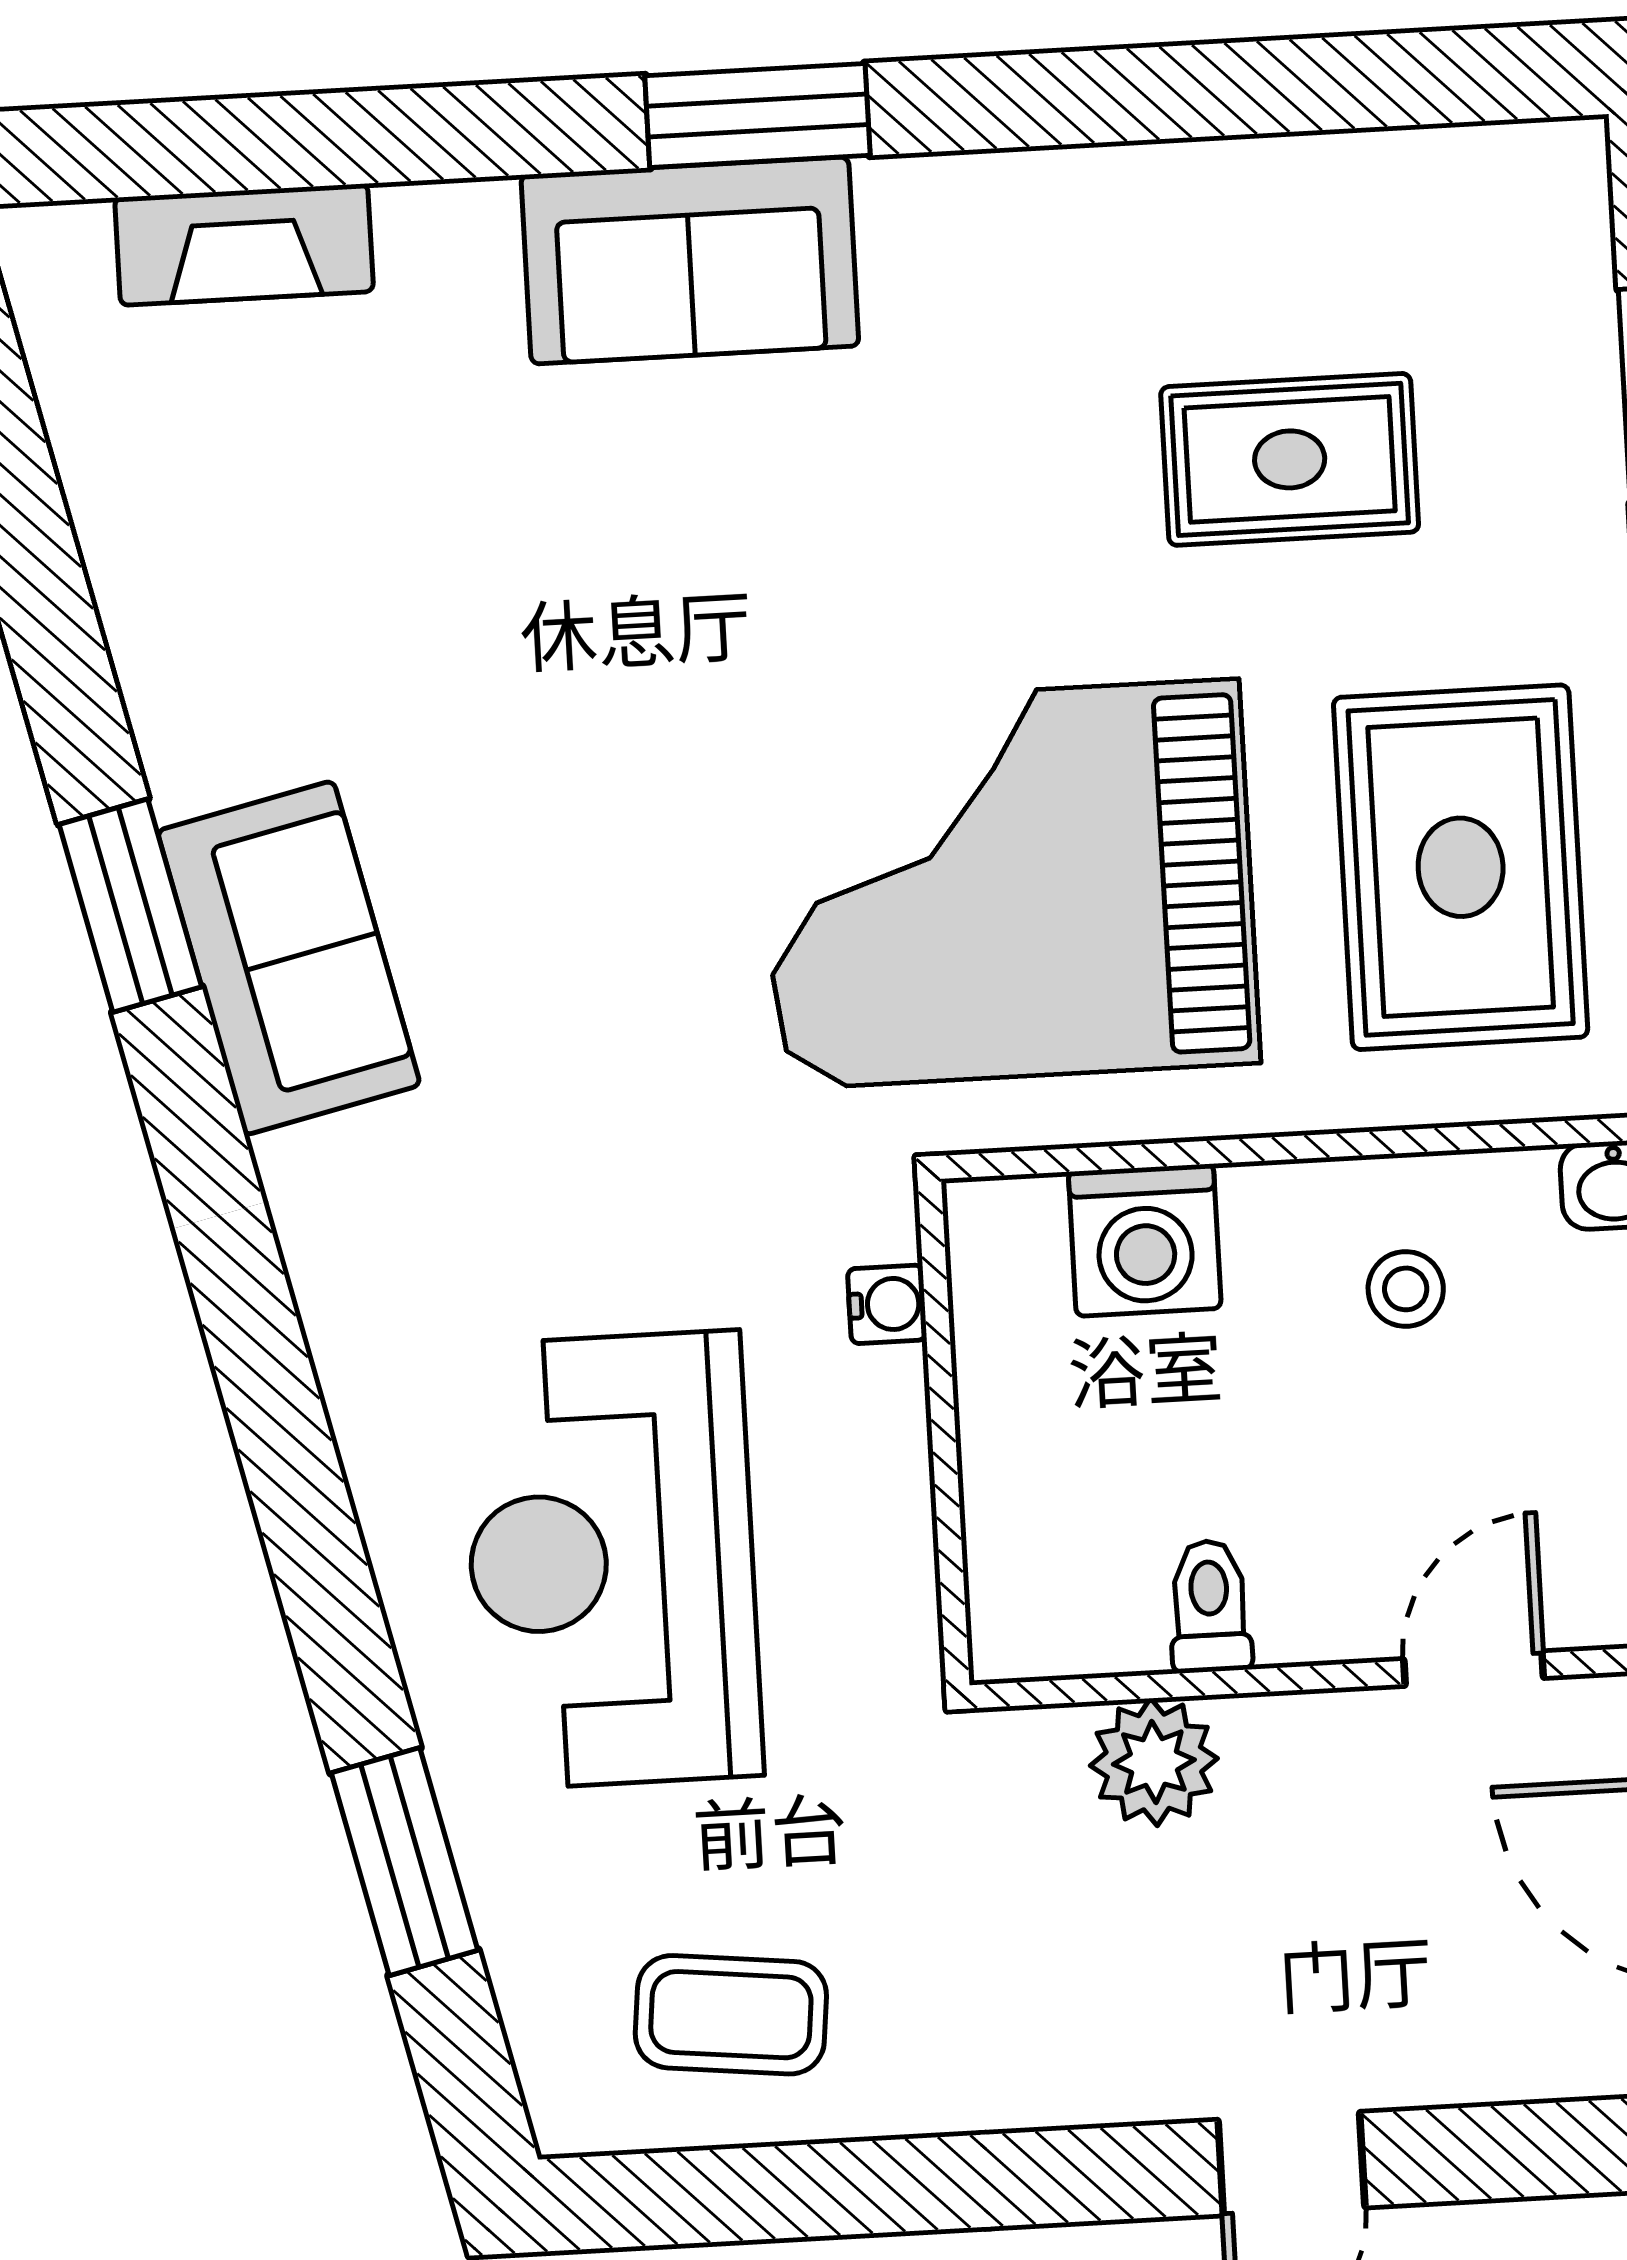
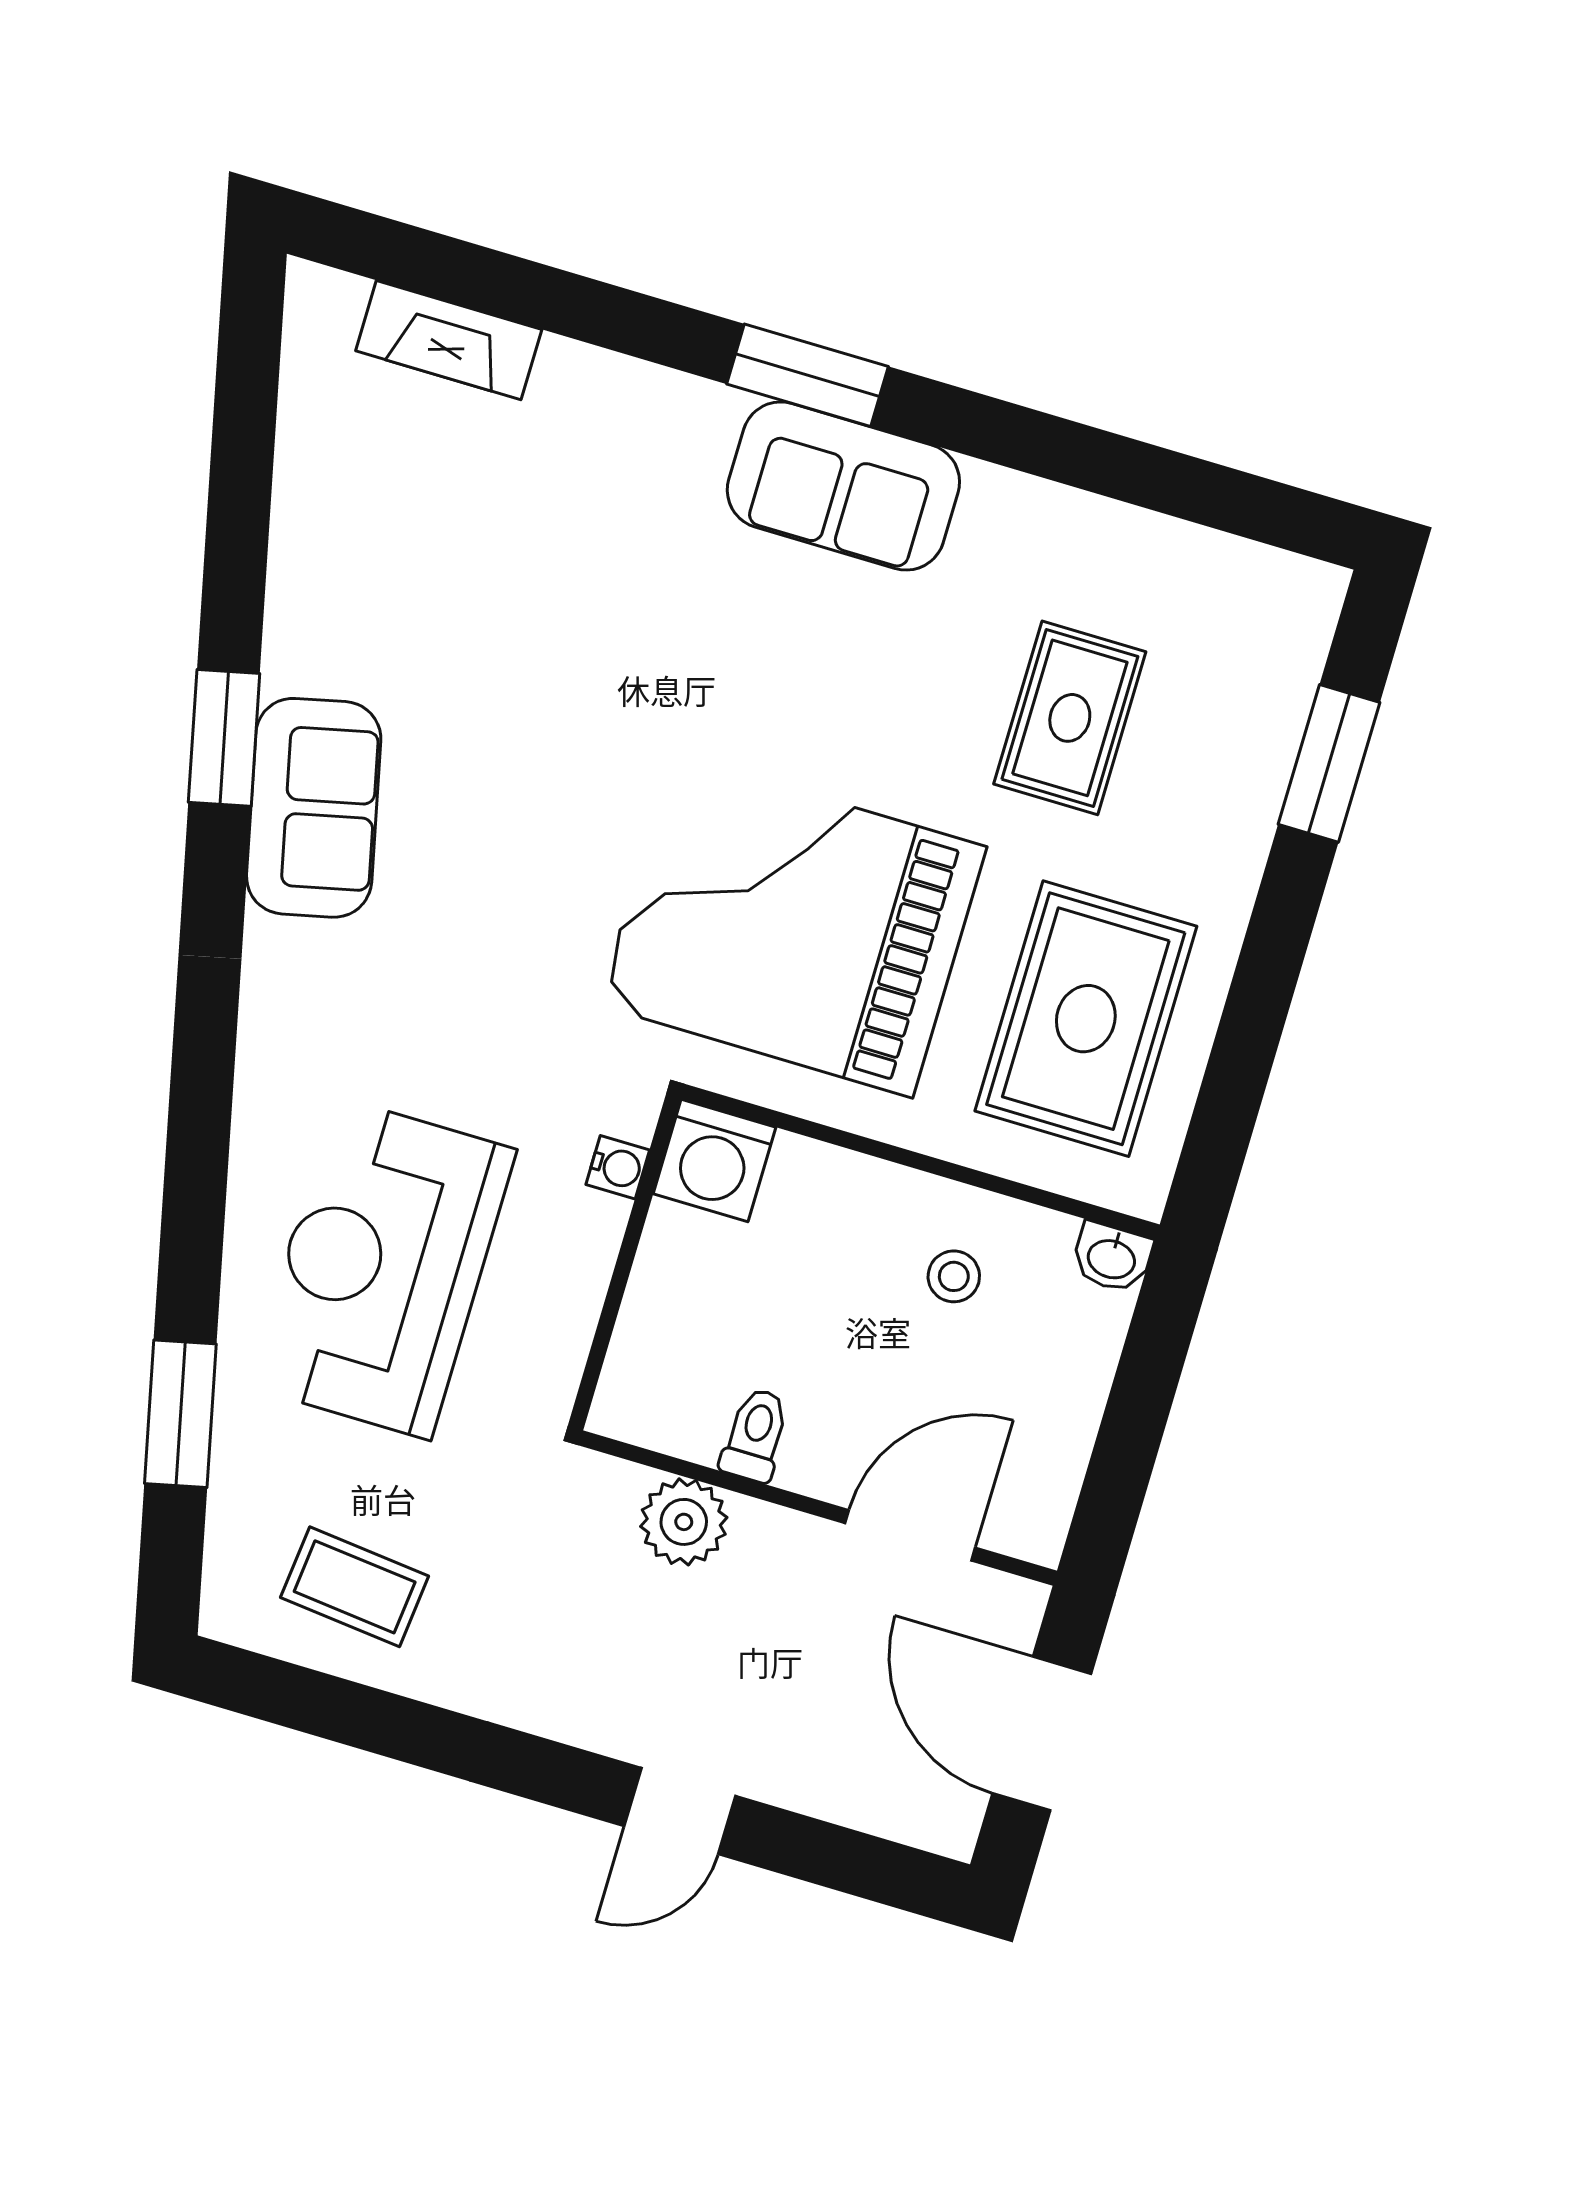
sofa: (690, 260) -> (843, 486), moved
rug: (1290, 459) -> (1070, 718), turned 90
washing machine: (1145, 1240) -> (714, 1161), moved
door: (1474, 1669) -> (910, 1535), width x1.38

